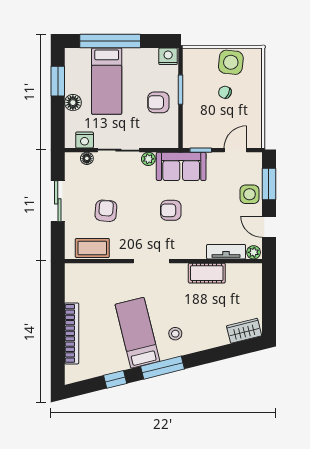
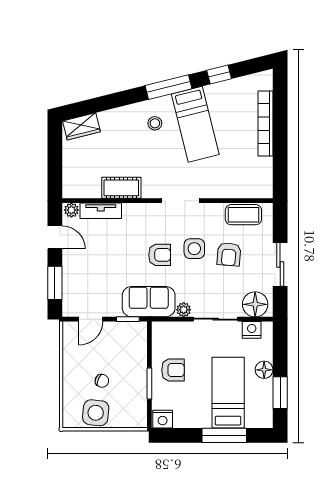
window: (110, 41) -> (224, 435), width x0.68
floor lamp: (87, 158) -> (255, 304), width x1.89, depth x1.89
side table: (250, 194) -> (194, 249), moved

